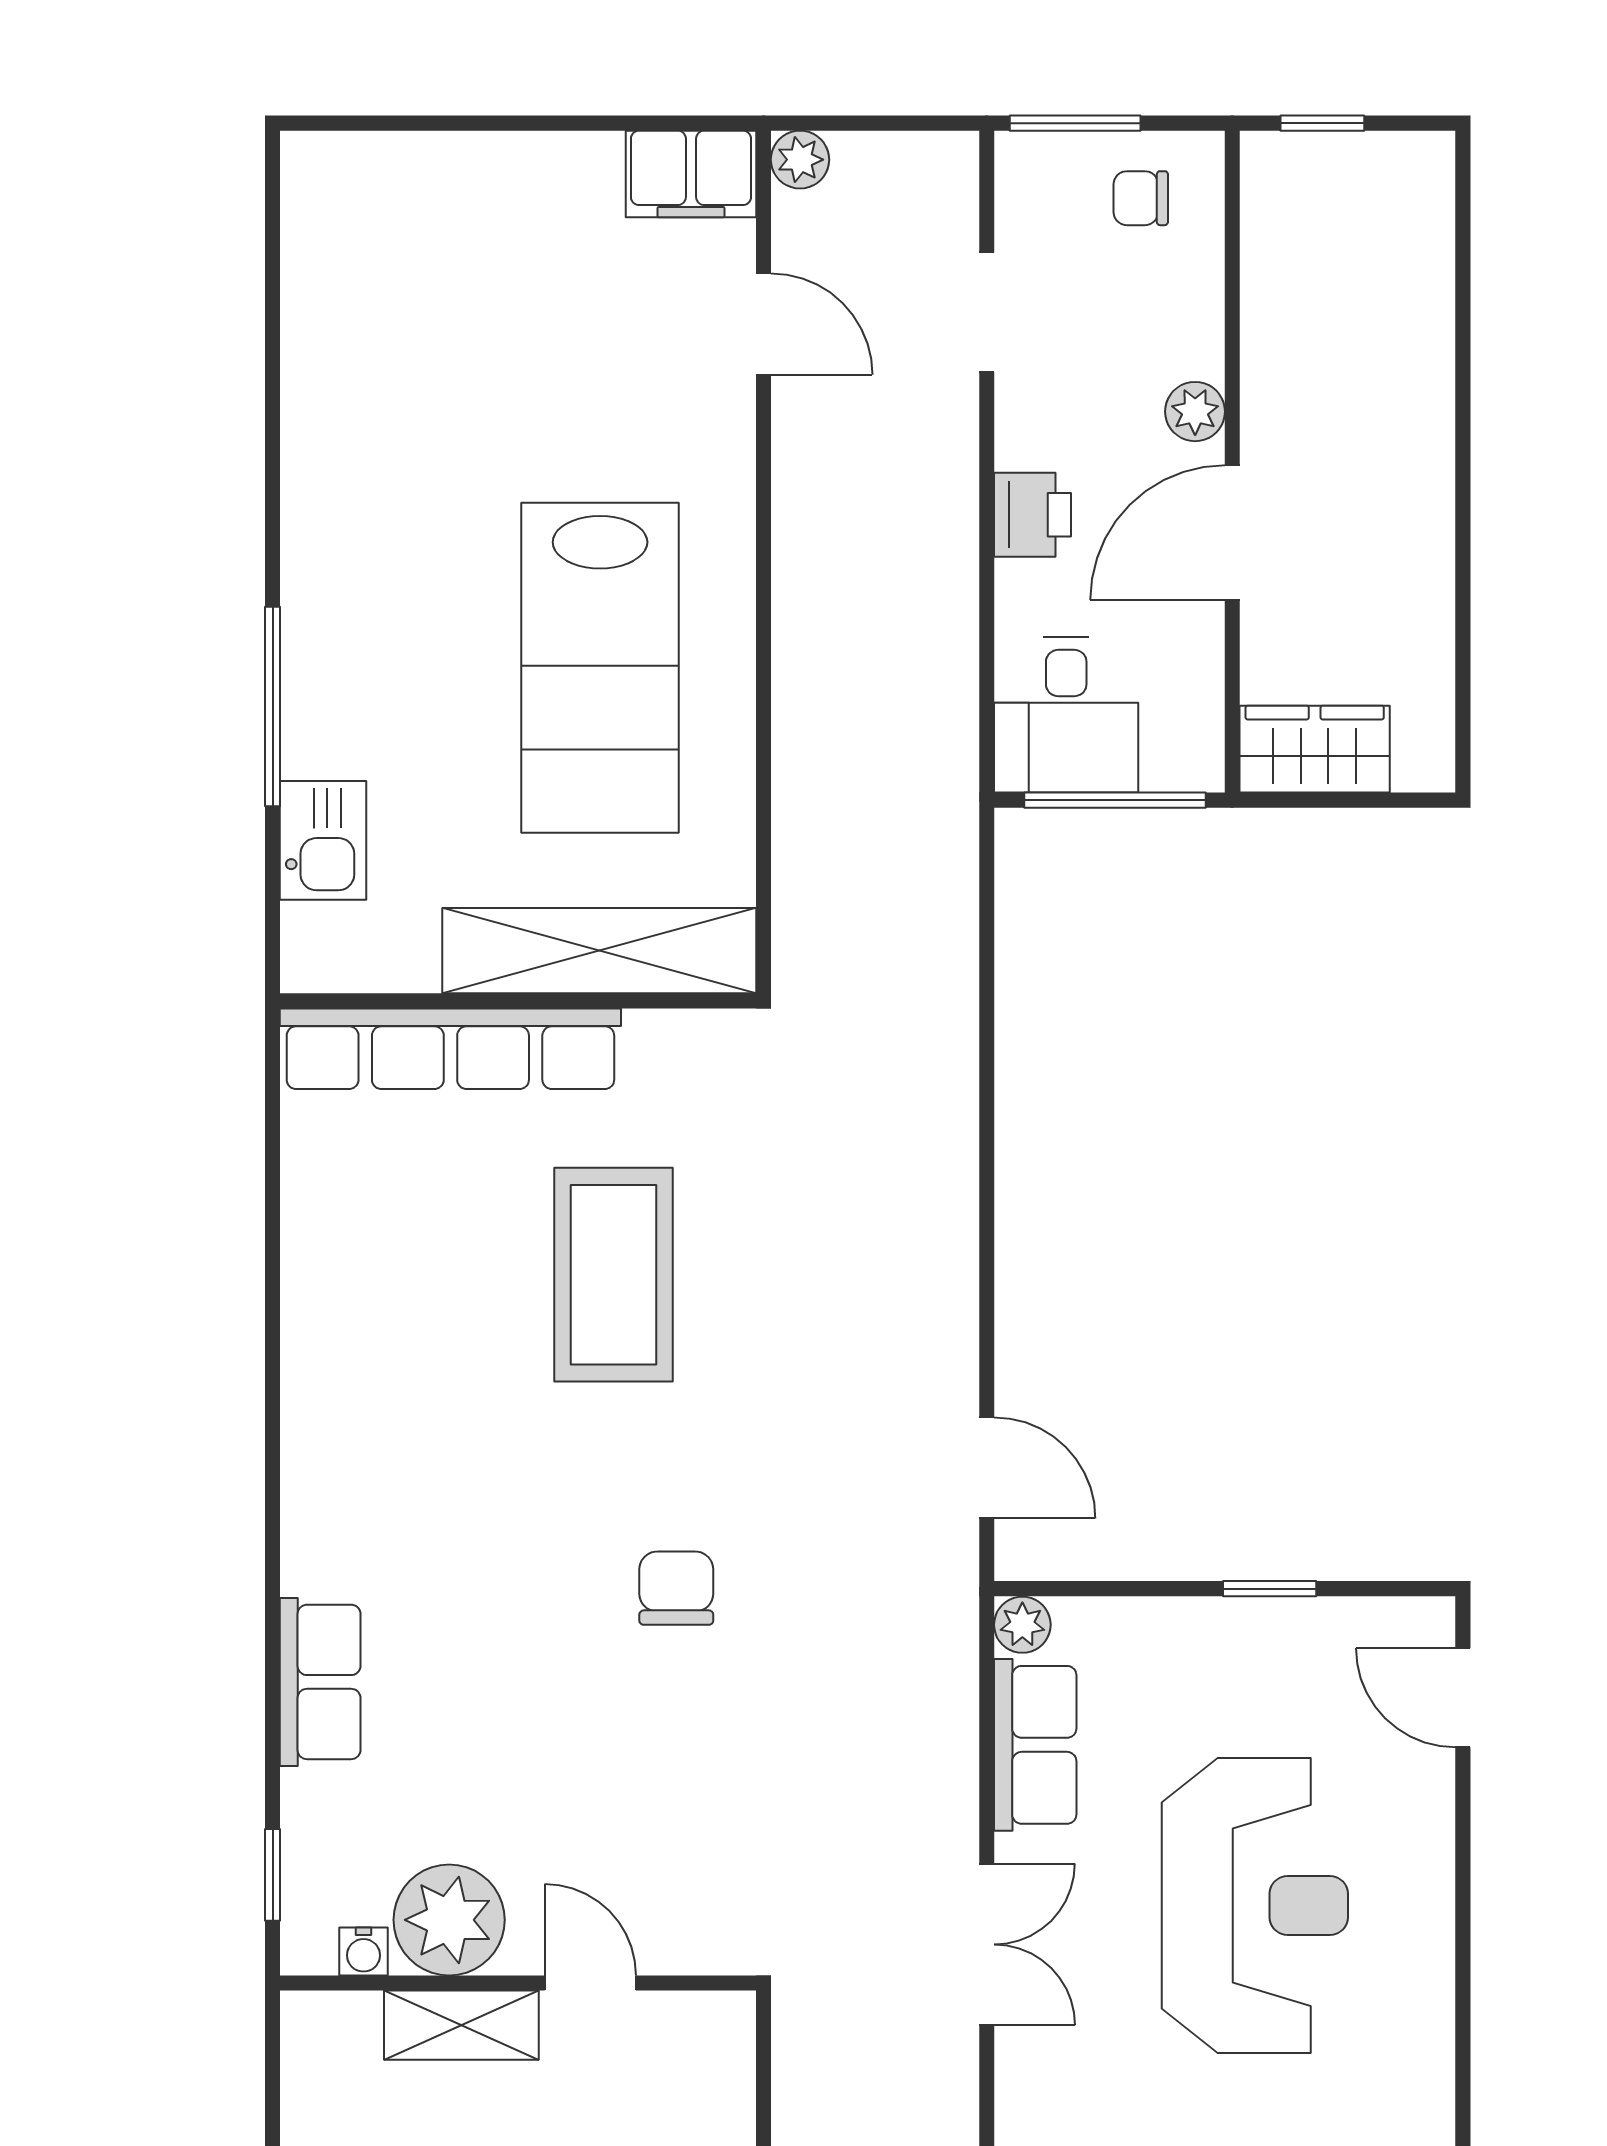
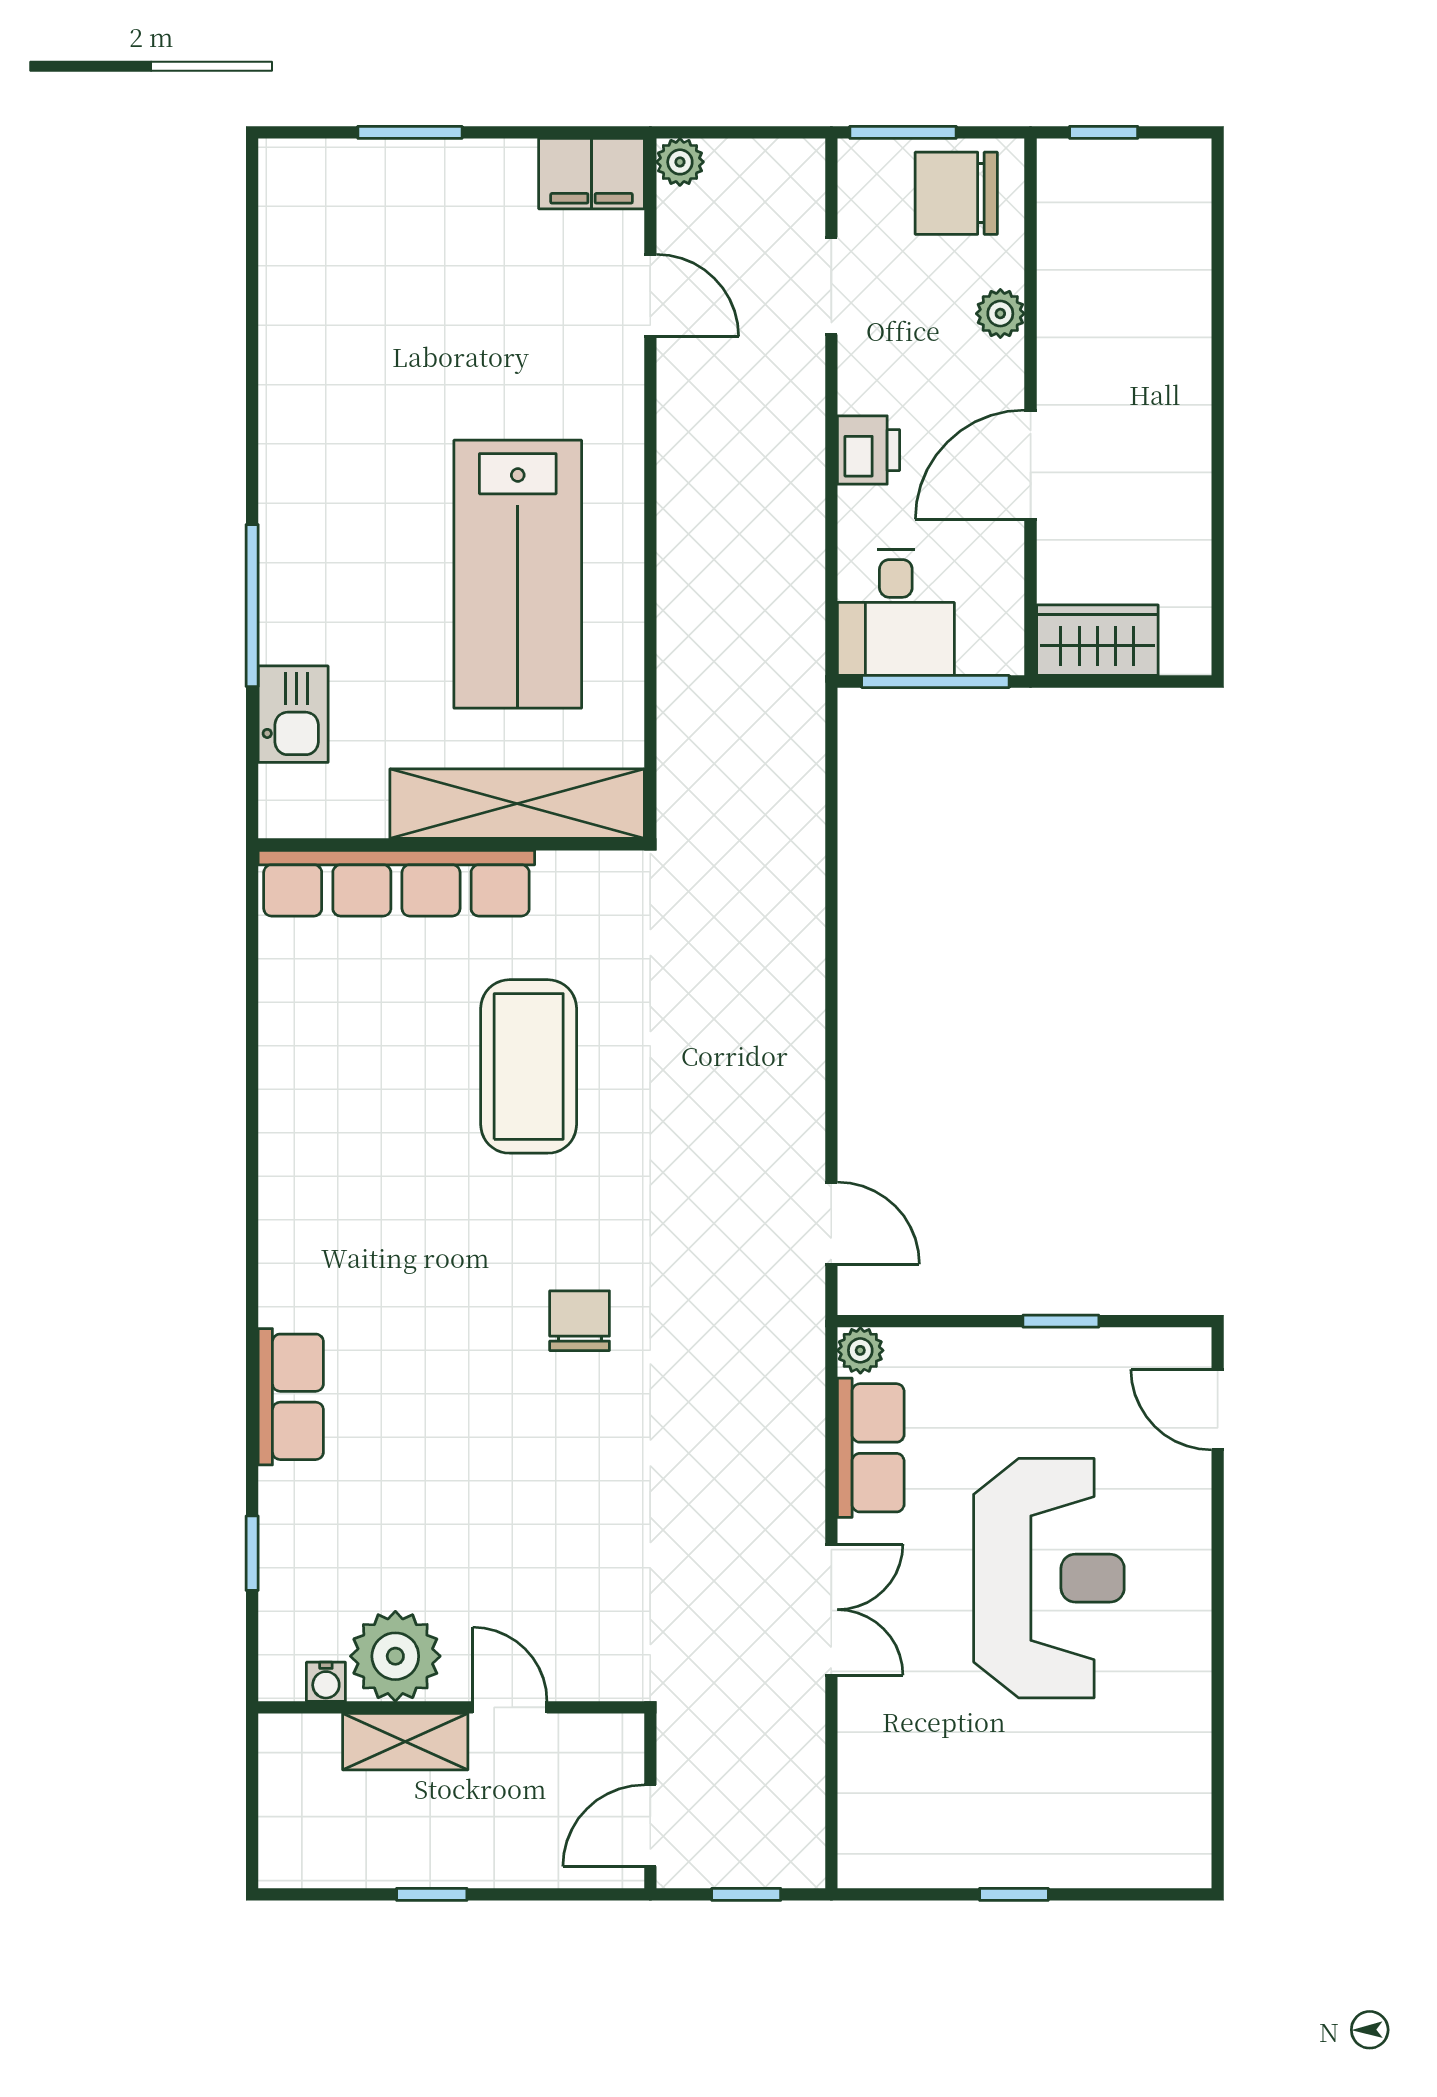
window: (467, 123) -> (410, 132), added
chair: (1141, 198) -> (956, 193), width x1.87, depth x1.87
plant: (1195, 412) -> (1000, 314), moved
plant: (449, 1920) -> (395, 1656), moved
water cooler: (364, 1951) -> (326, 1682), moved
wall: (518, 1983) -> (451, 1707), moved
door: (590, 1983) -> (510, 1707), moved
shelving: (461, 2025) -> (405, 1742), moved

